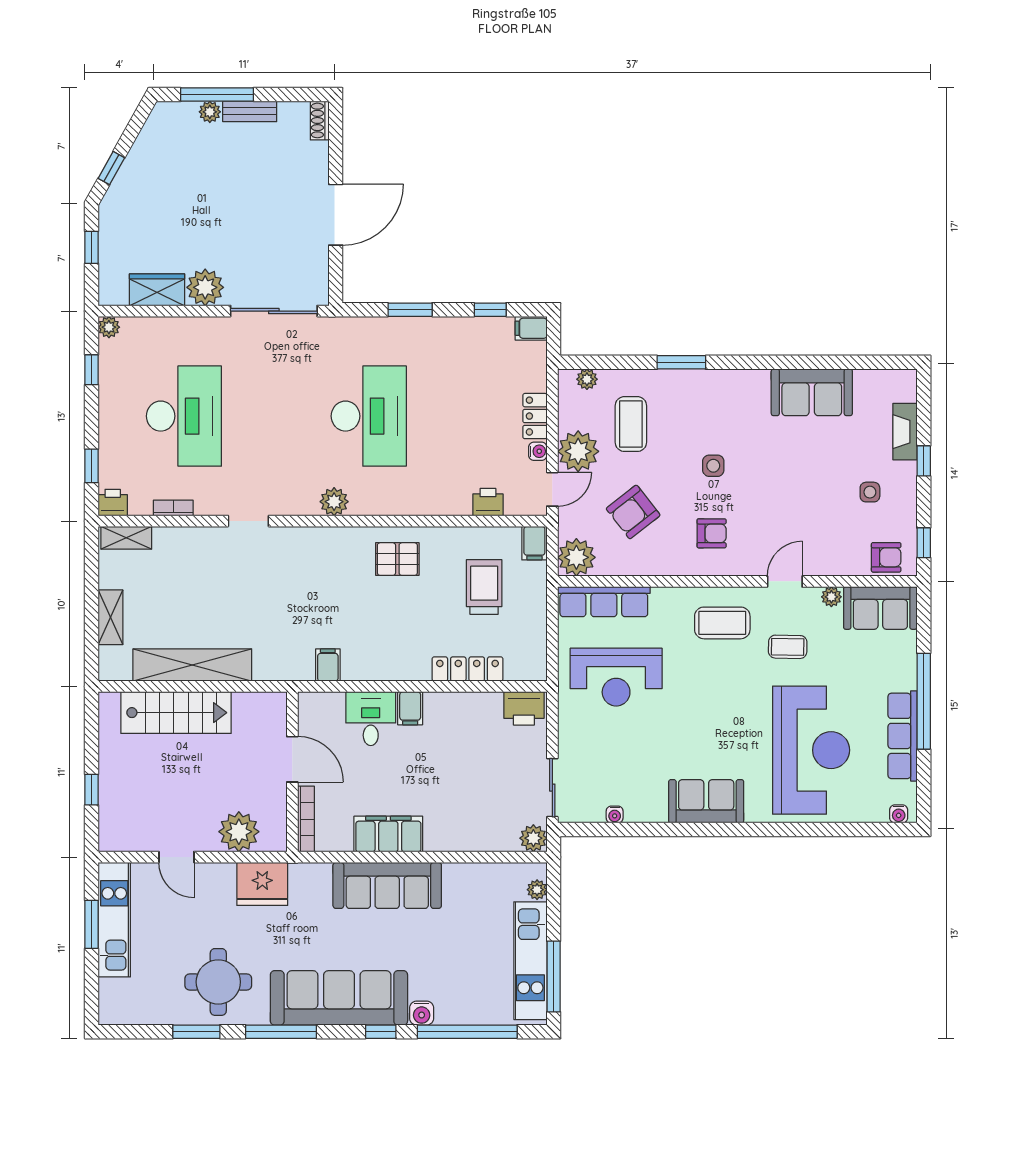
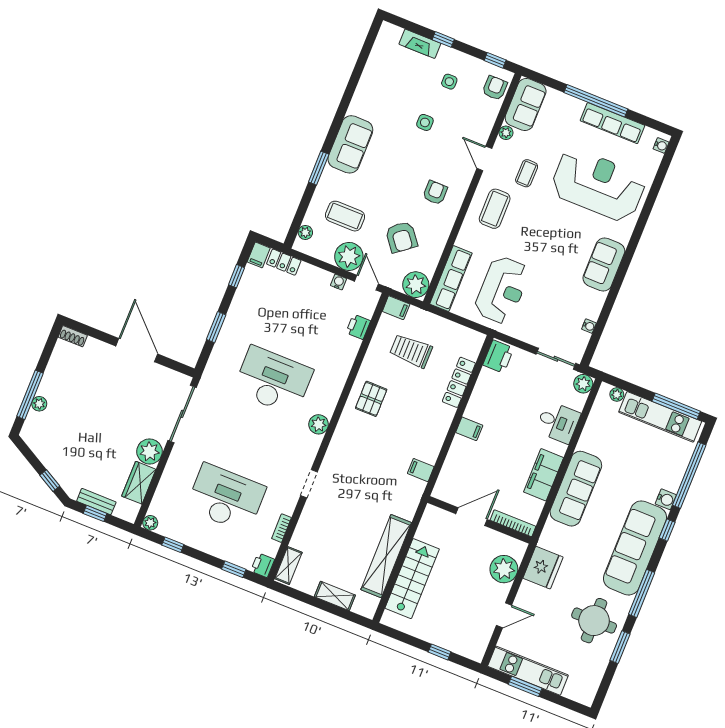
bench: (250, 111) -> (96, 502), moved, turned 90
sofa: (812, 392) -> (350, 144), moved
locker: (535, 416) -> (284, 262), moved
side table: (713, 466) -> (425, 122), moved
desk: (371, 719) -> (558, 422), moved, turned 180

